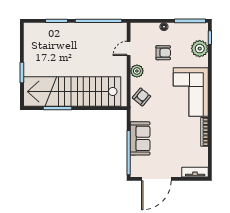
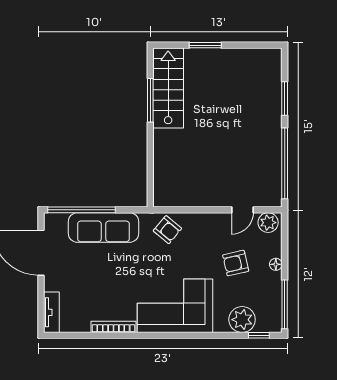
door: (129, 48) -> (242, 210), swing flipped
armchair: (163, 53) -> (236, 263), turned 77
plant: (137, 71) -> (268, 223), moved
stairs: (72, 92) -> (168, 88), width x0.54, depth x0.66
sofa: (140, 138) -> (103, 227), width x1.36

